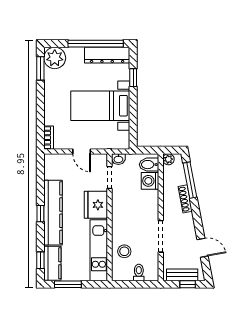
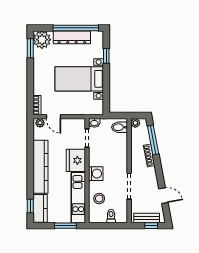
dresser: (107, 55) -> (72, 37), moved
door: (82, 152) -> (53, 117), moved
plant: (52, 159) -> (40, 123), added
washing machine: (150, 181) -> (96, 174), moved, turned 180
window: (40, 214) -> (30, 168), removed
window: (68, 284) -> (65, 226), moved

